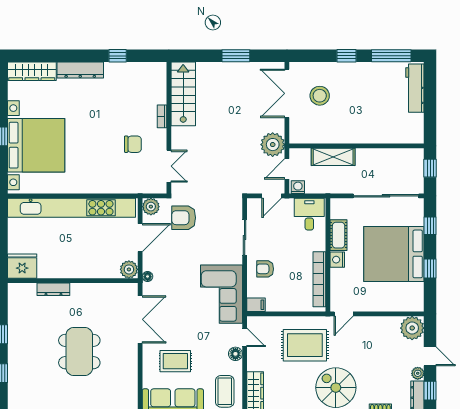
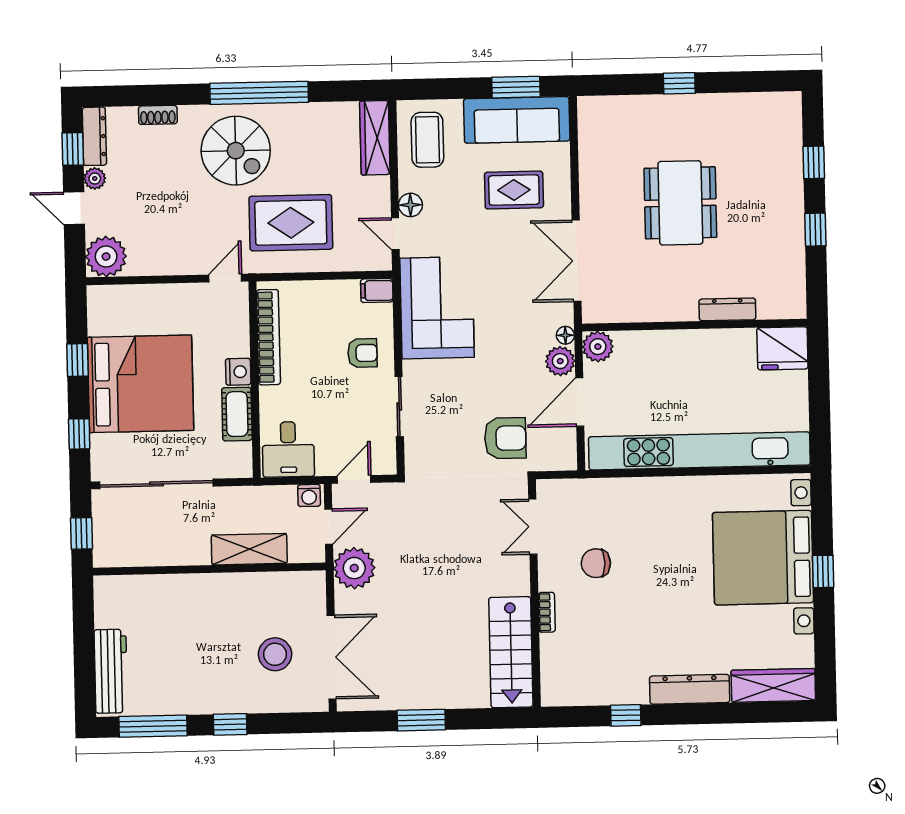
plant: (151, 207) -> (560, 361), moved

